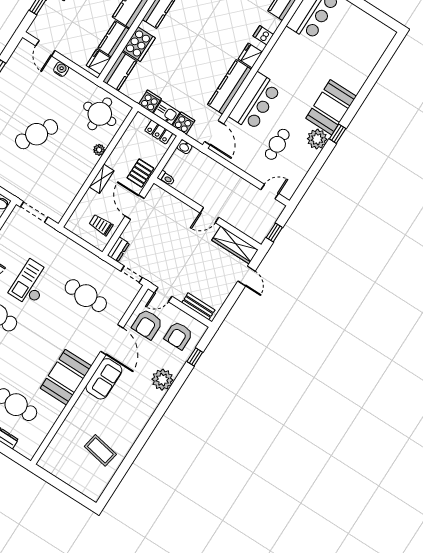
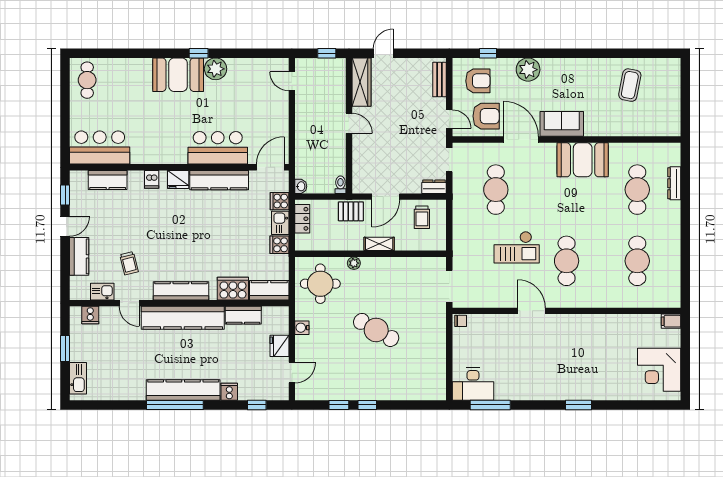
fridge: (98, 62) -> (279, 346), moved, turned 90
water cooler: (61, 69) -> (302, 328), moved
cafe table: (277, 144) -> (87, 80), moved, turned 90
door: (112, 340) -> (521, 140), hinge flipped

